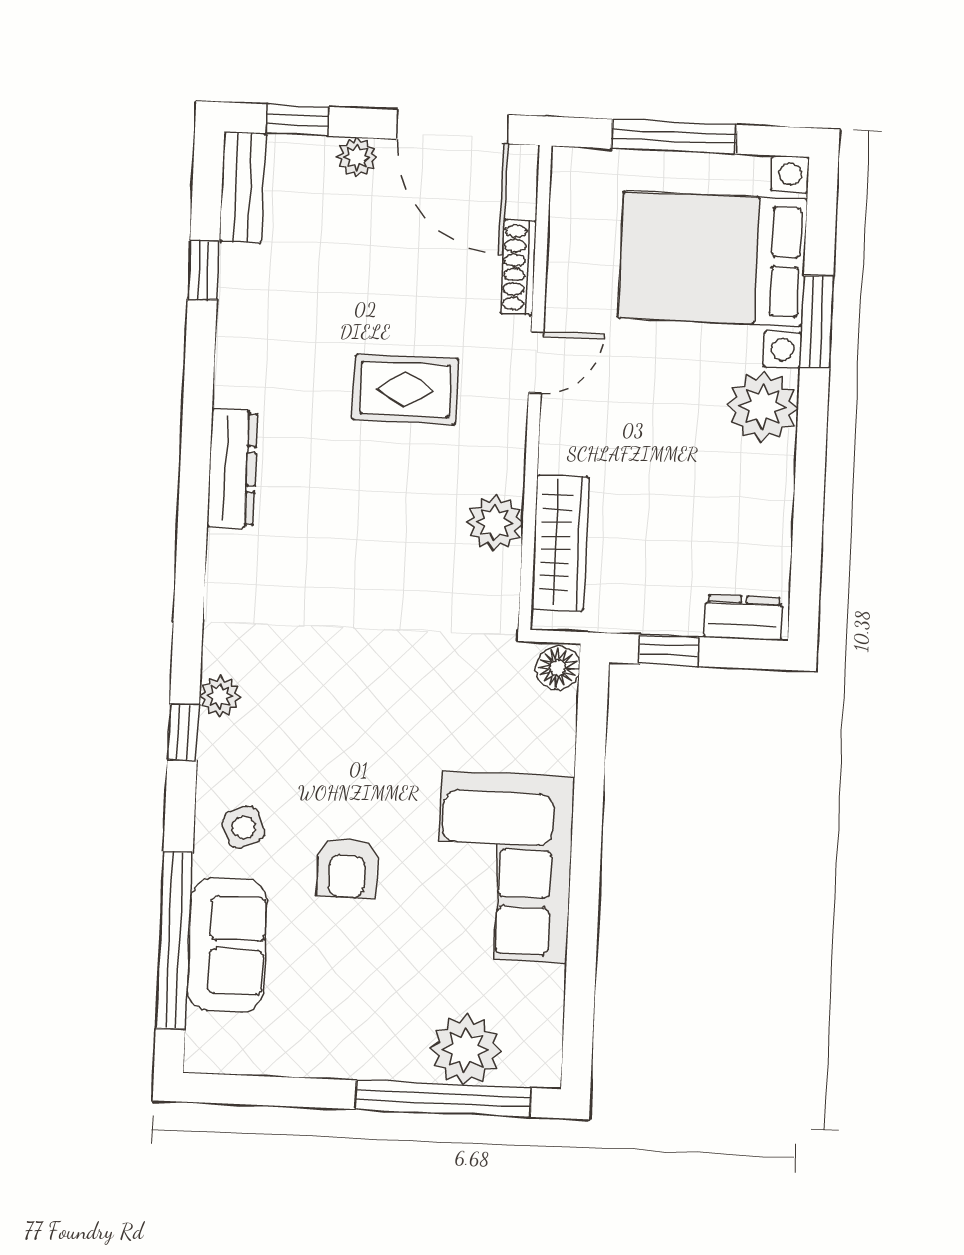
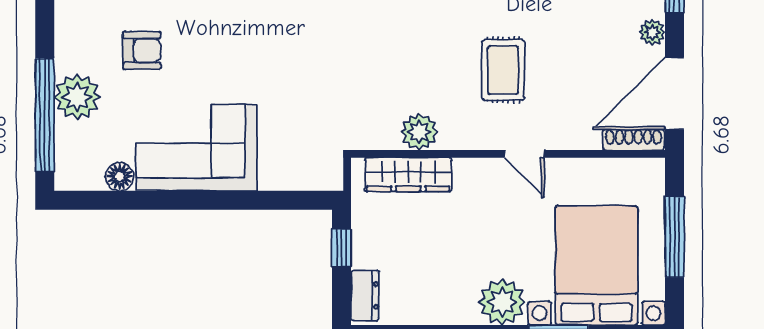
shoe rack: (518, 268) -> (633, 140), moved
floor lamp: (558, 668) -> (119, 177), moved
armchair: (347, 868) -> (142, 50), moved, turned 180
plant: (466, 1050) -> (77, 97), moved

